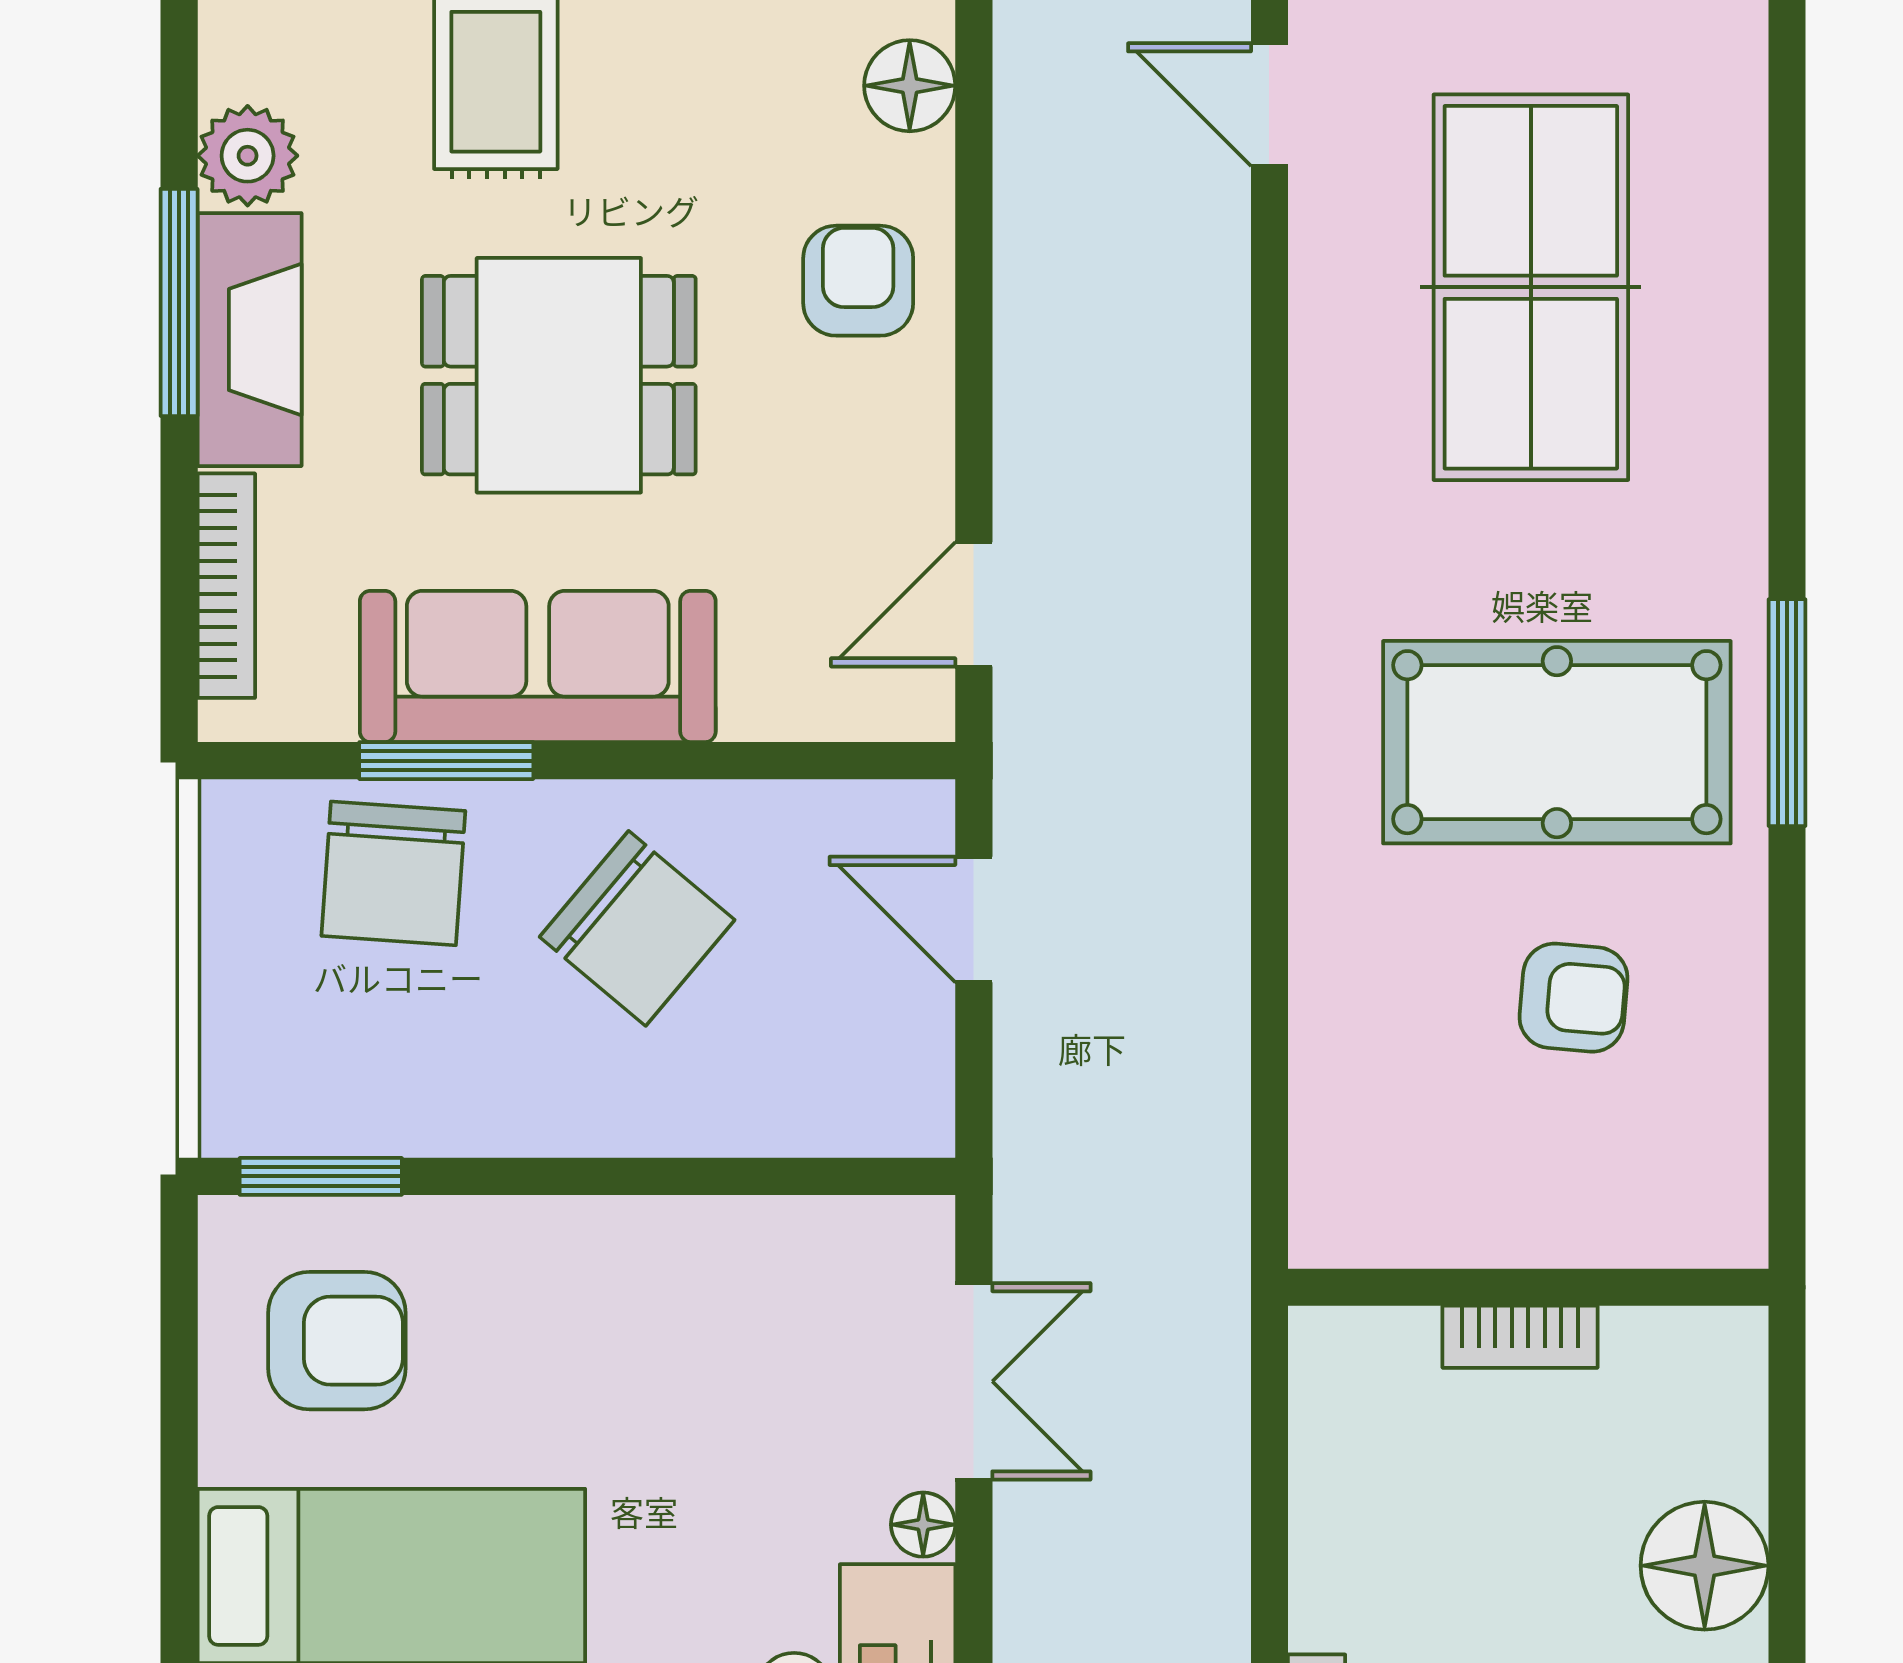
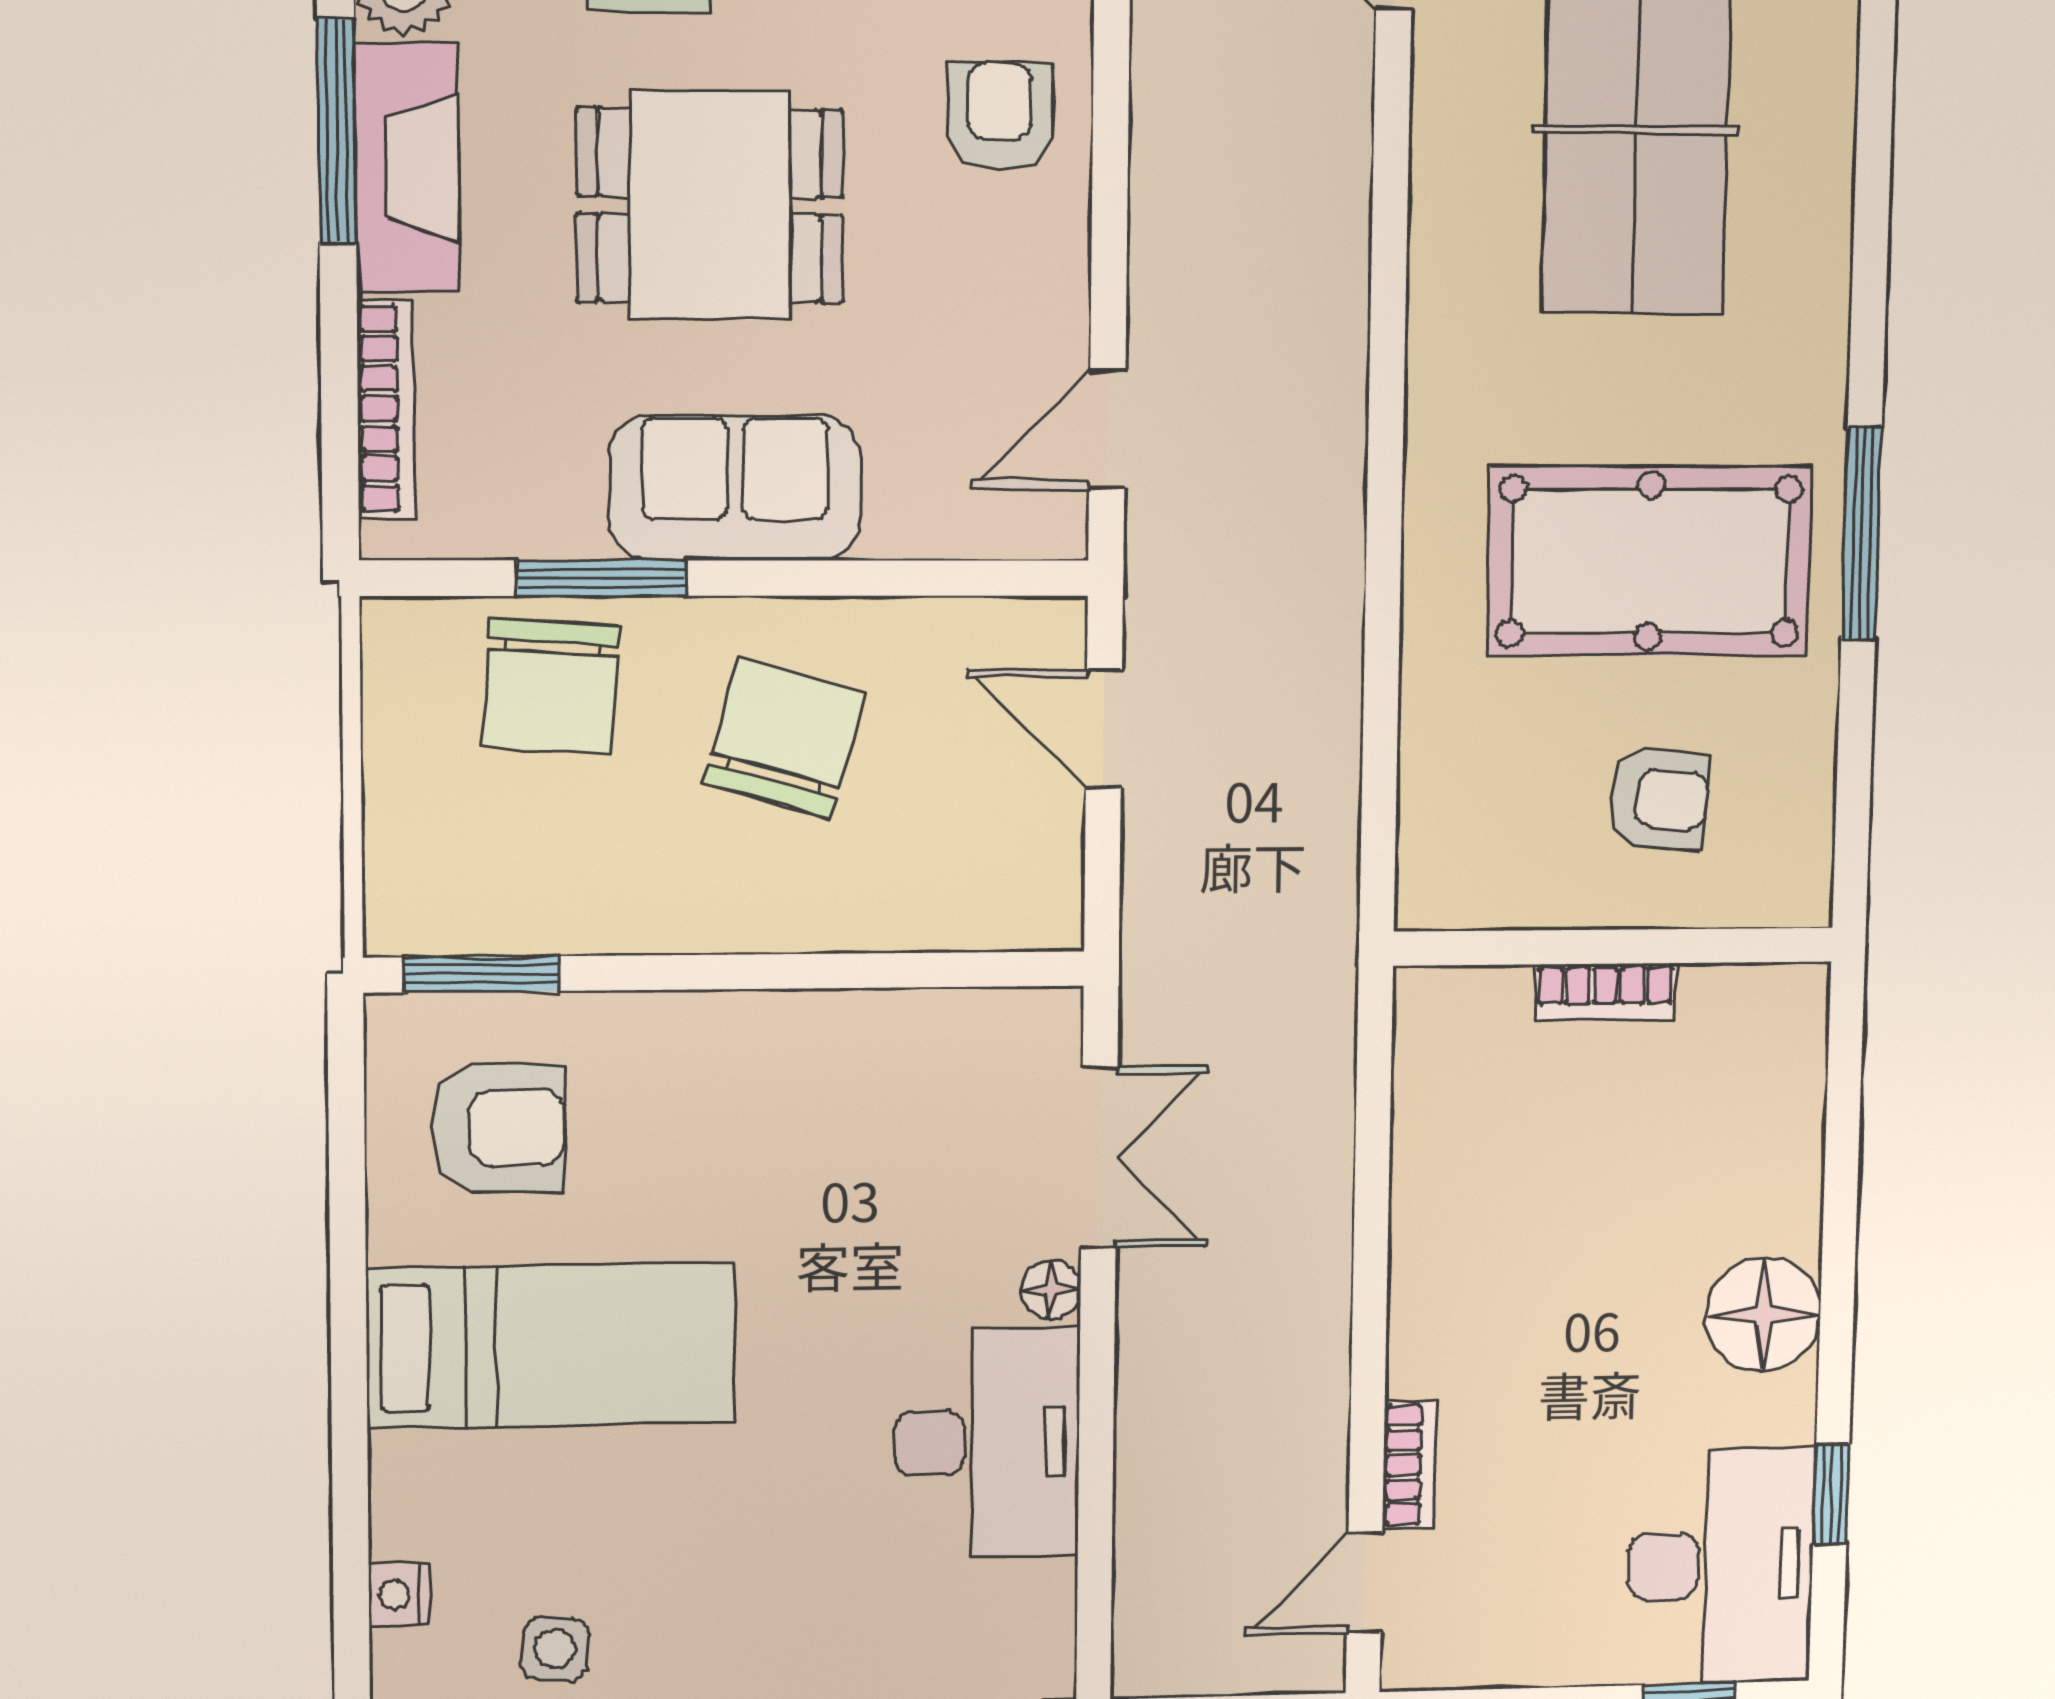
sofa: (538, 666) -> (735, 488), width x0.73
chair: (637, 928) -> (785, 738), turned -114
wall: (1528, 1287) -> (1614, 947), moved
bookcase: (1520, 1337) -> (1605, 992), moved

